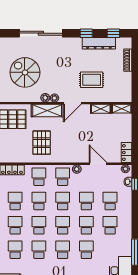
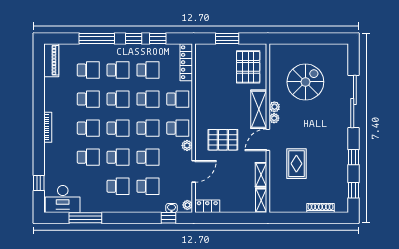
dresser: (99, 43) -> (341, 173), removed
door: (72, 103) -> (268, 140), hinge flipped
pallet: (42, 143) -> (223, 140), moved

